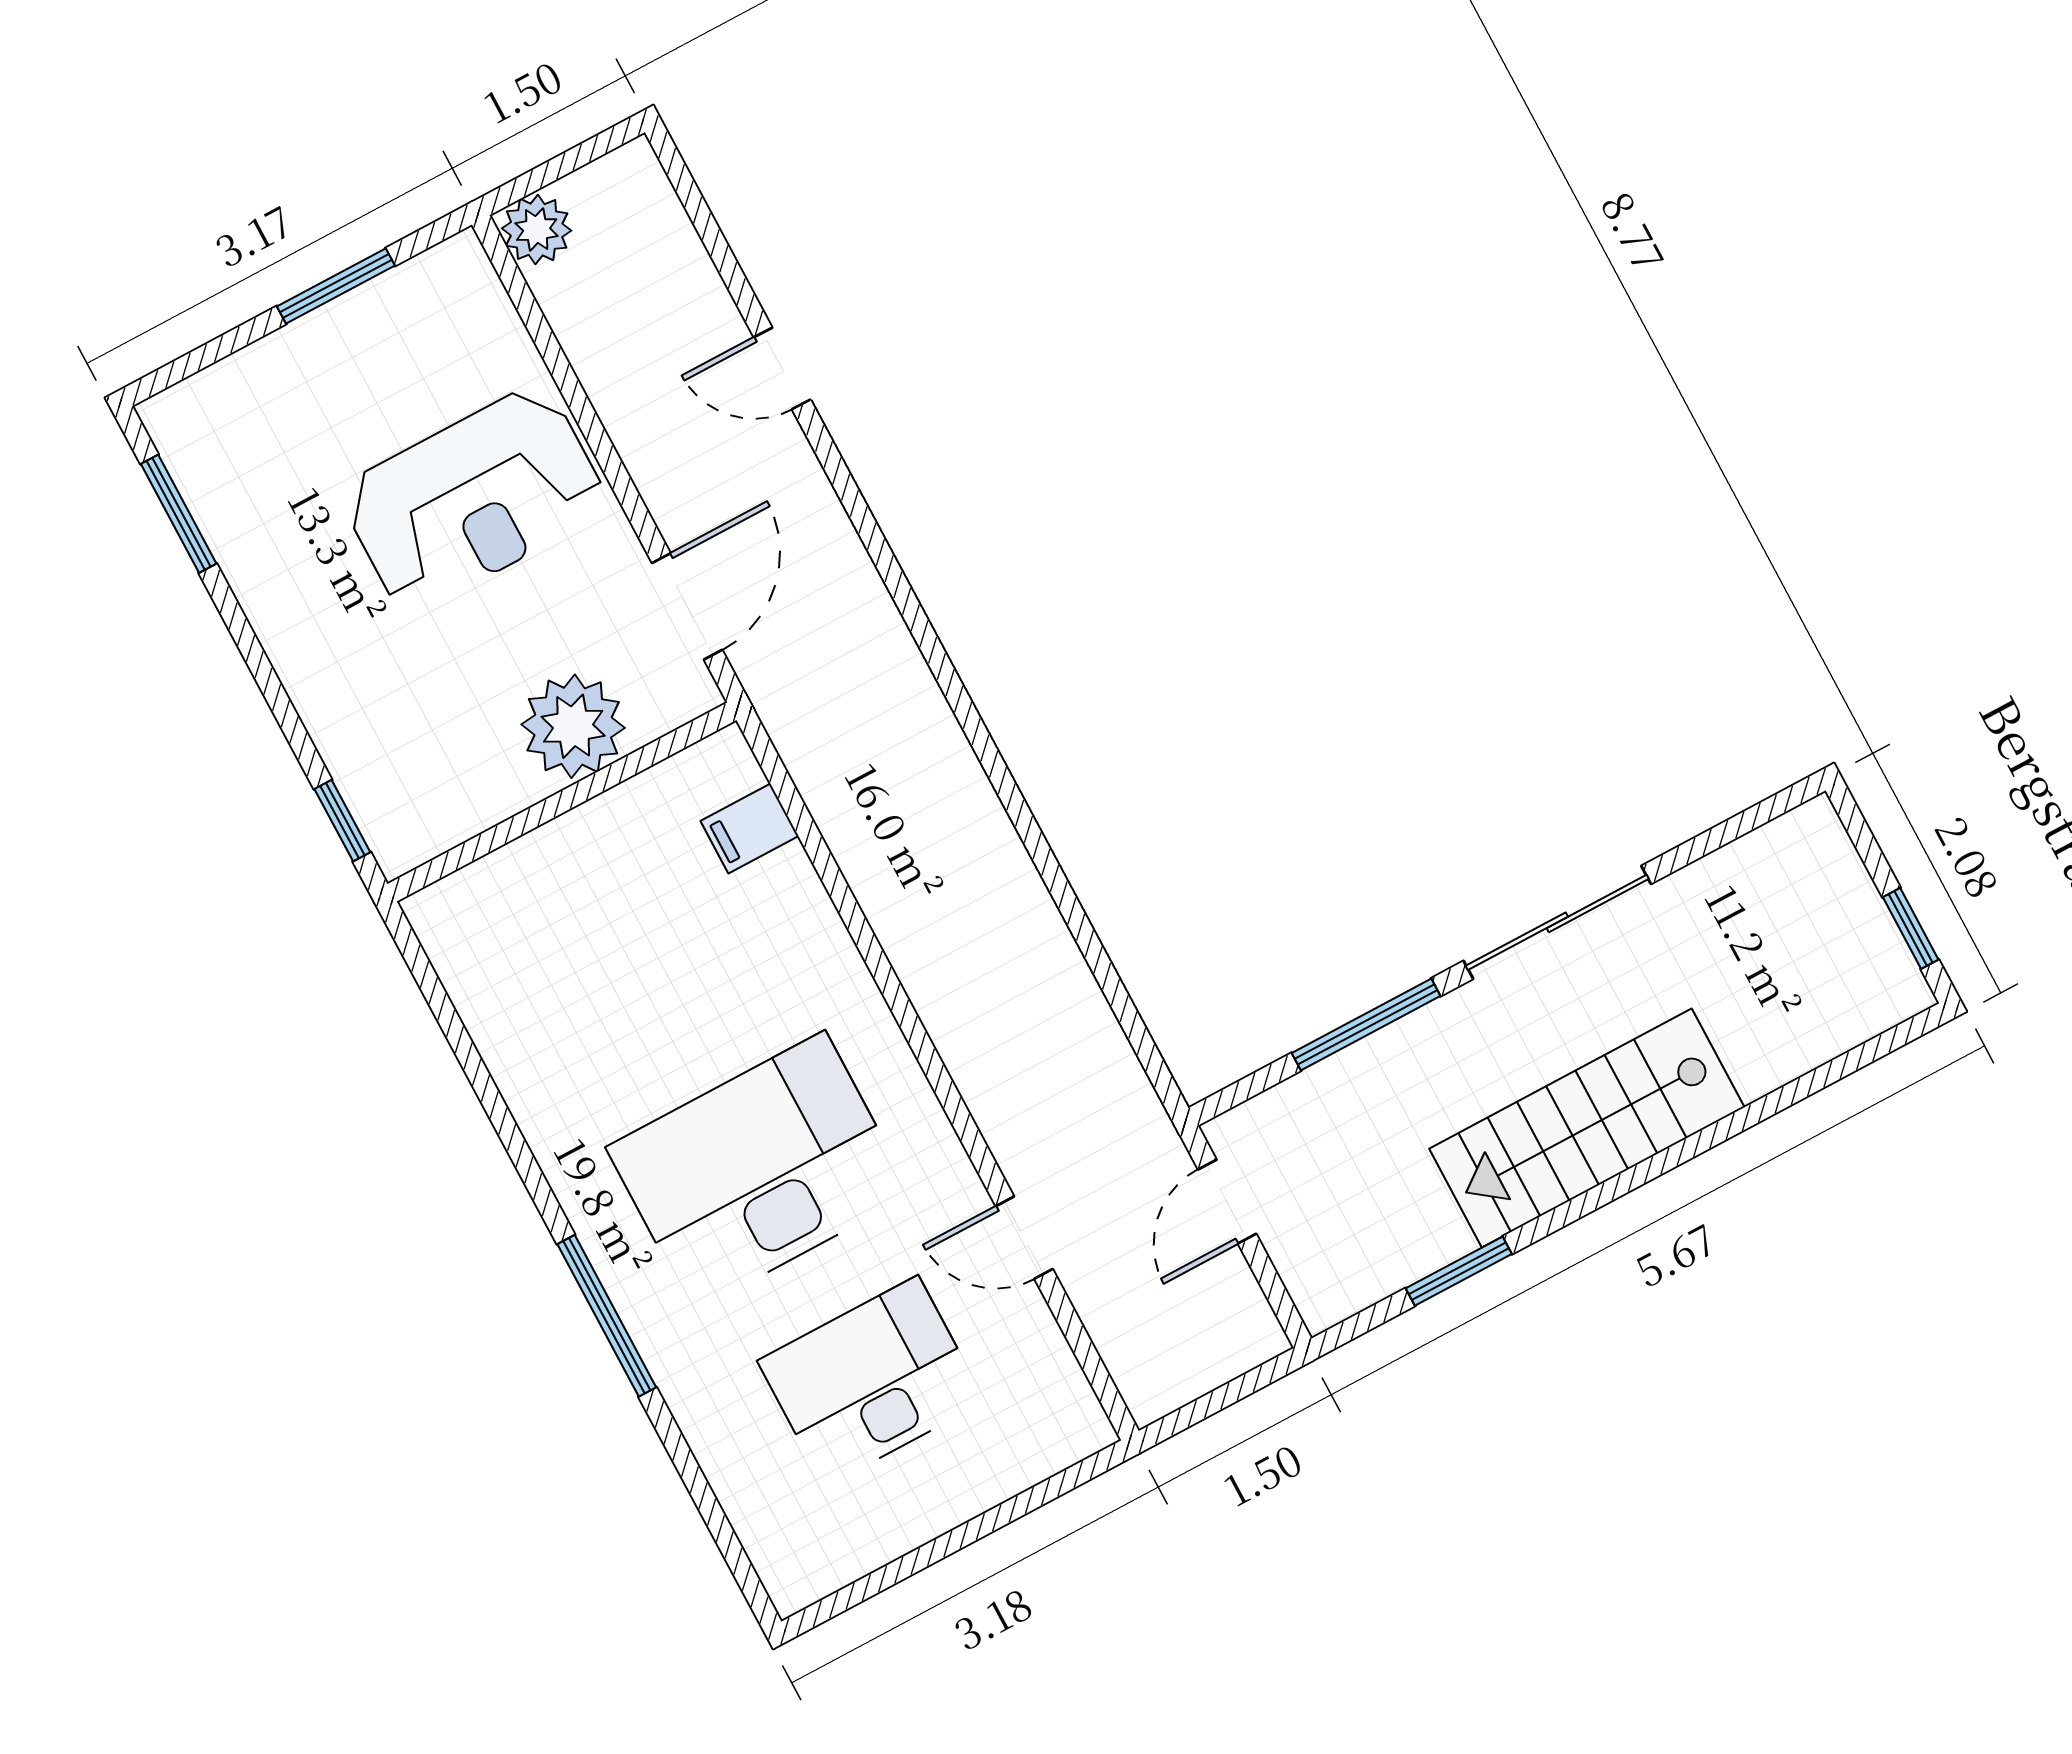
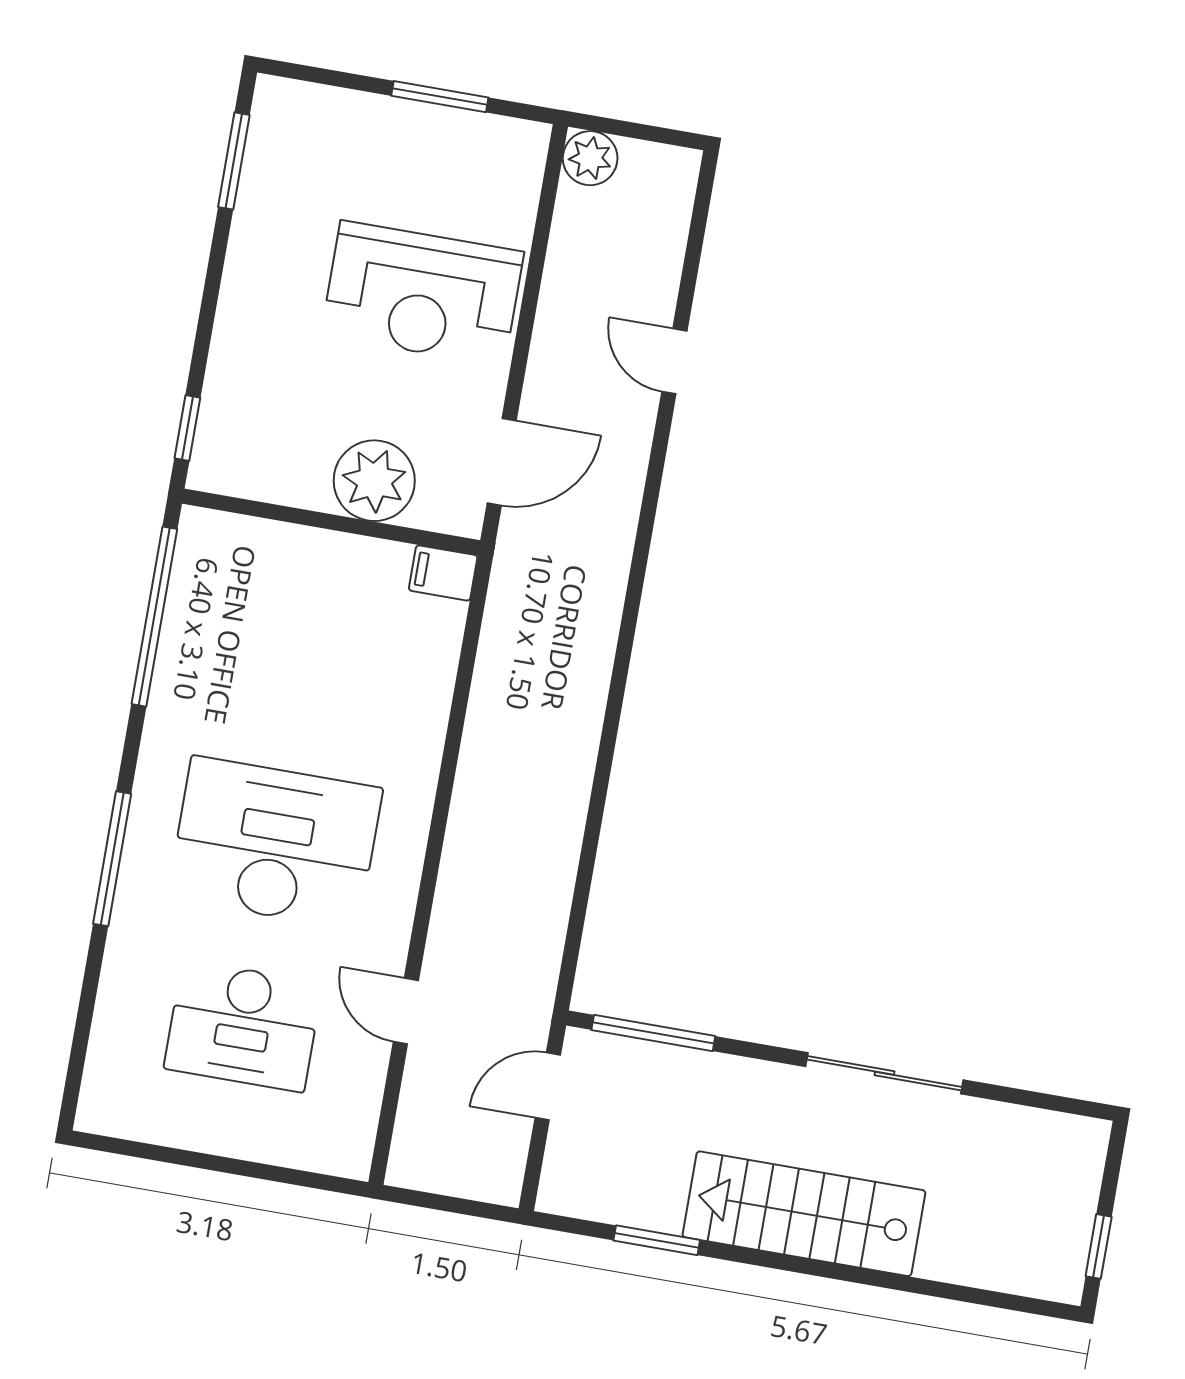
filing cabinet: (750, 829) -> (443, 573), moved
window: (1366, 1024) -> (653, 1033), moved
window: (458, 1037) -> (154, 617), added
desk: (871, 1381) -> (243, 1026), turned 180

